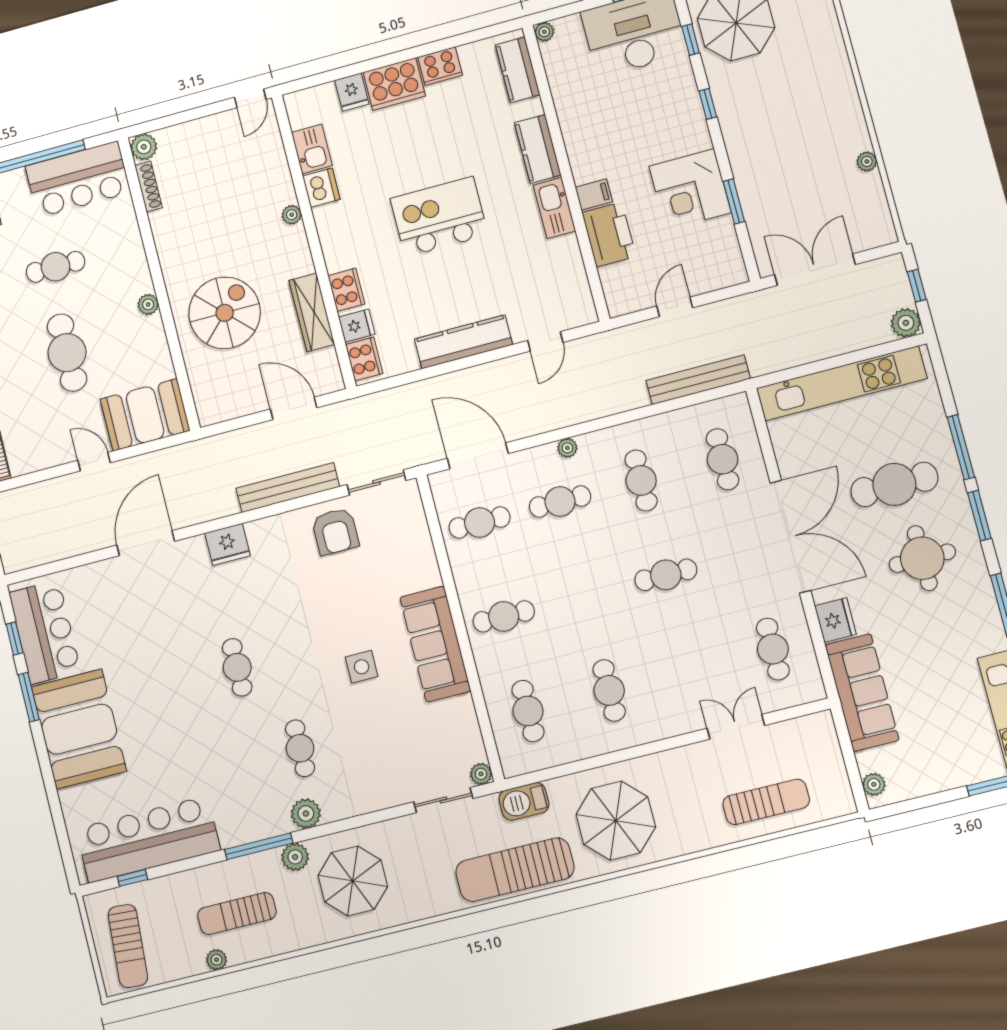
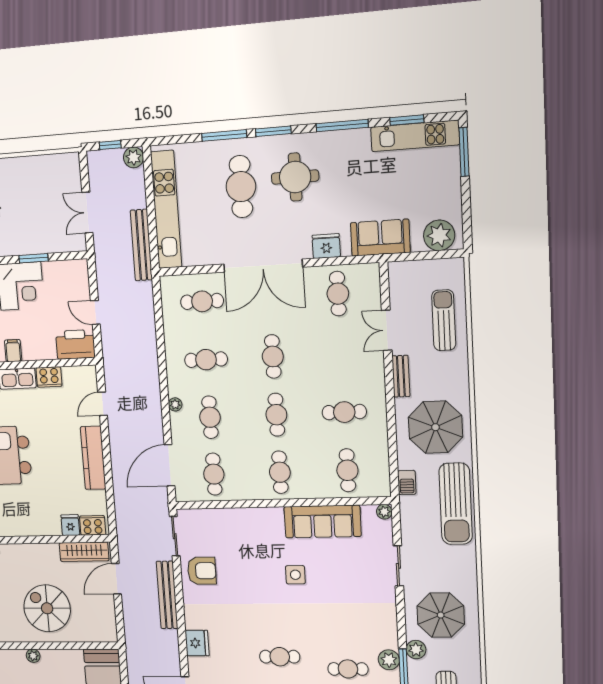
plant: (867, 161) -> (23, 163), removed
printer: (609, 235) -> (75, 344), moved
double door: (815, 270) -> (87, 213), width x0.73
cooker: (346, 290) -> (49, 377), moved, turned 180
wardrobe: (312, 312) -> (84, 552), moved
door: (545, 341) -> (103, 404), swing flipped
bench: (698, 380) -> (141, 245), moved
double door: (790, 537) -> (263, 266), swing flipped
cafe table: (584, 596) -> (276, 415), added
sofa: (435, 644) -> (322, 522), moved
cafe table: (773, 649) -> (338, 294), turned 90
sofa: (862, 693) -> (380, 238), width x0.73
cafe table: (528, 711) -> (347, 470), turned 90
cafe table: (300, 748) -> (348, 669), moved
bench: (676, 759) -> (401, 376), added
plant: (874, 784) -> (439, 235), width x1.87, depth x1.87
sliding door: (443, 800) -> (398, 566), moved
barbecue: (524, 801) -> (407, 482), width x0.73, depth x0.79
plant: (306, 814) -> (389, 660), moved

